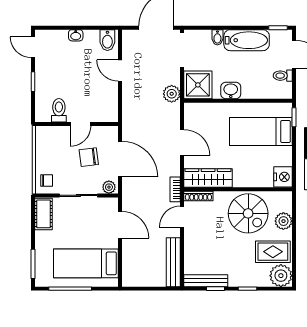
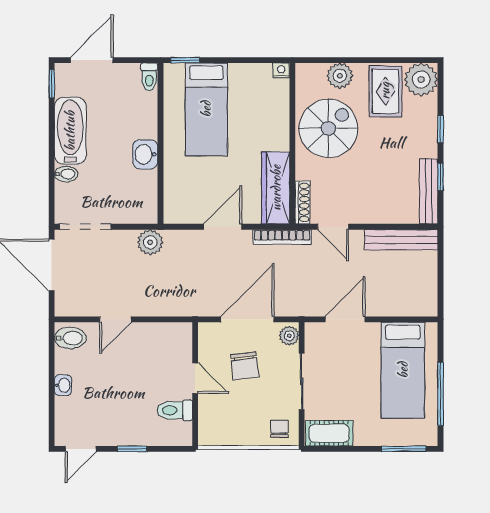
toilet: (283, 76) -> (149, 77), moved
shower: (198, 85) -> (137, 203), removed
nightstand: (283, 177) -> (281, 70), width x0.53, depth x0.56
bookcase: (175, 189) -> (282, 237), width x1.56

